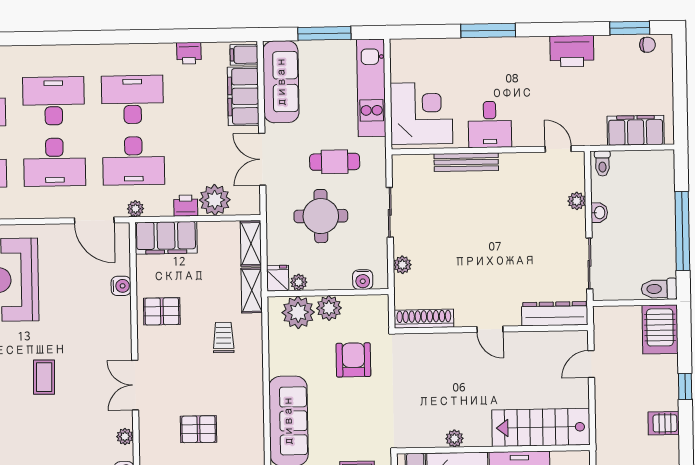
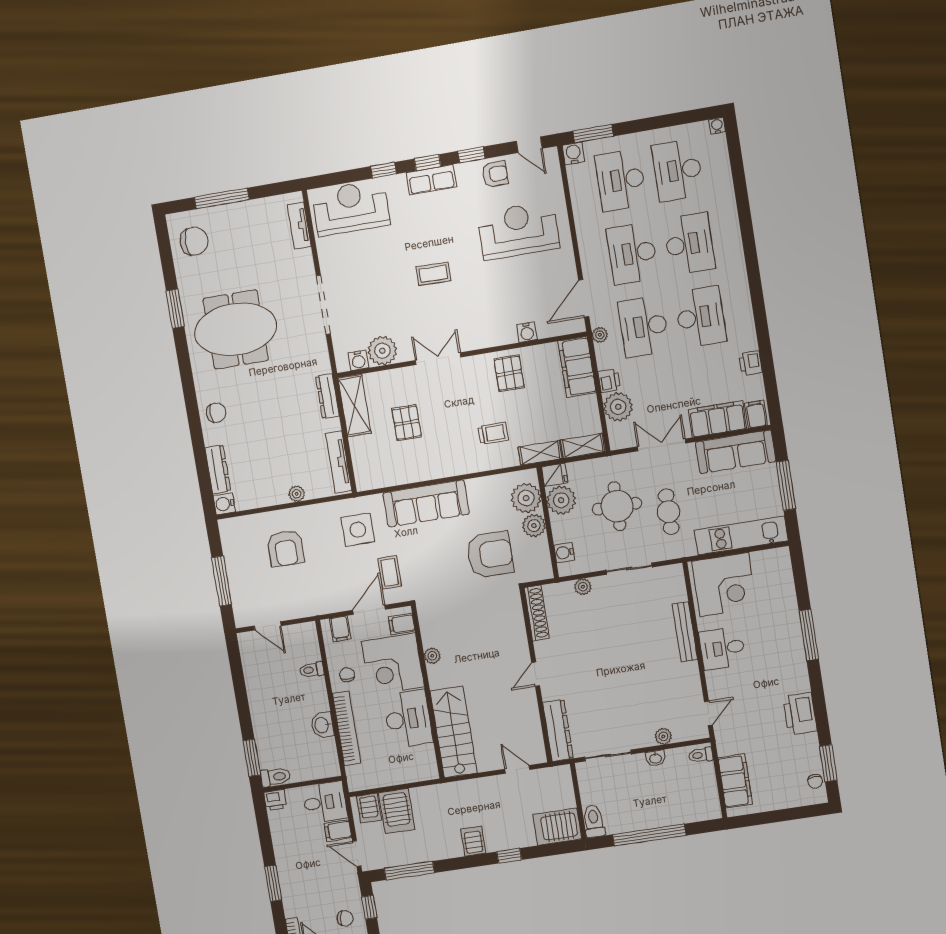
plant: (299, 282) -> (561, 500), width x1.88, depth x1.88
armchair: (353, 360) -> (490, 555), width x1.36, depth x1.36
plant: (125, 436) -> (382, 351), width x1.87, depth x1.87

